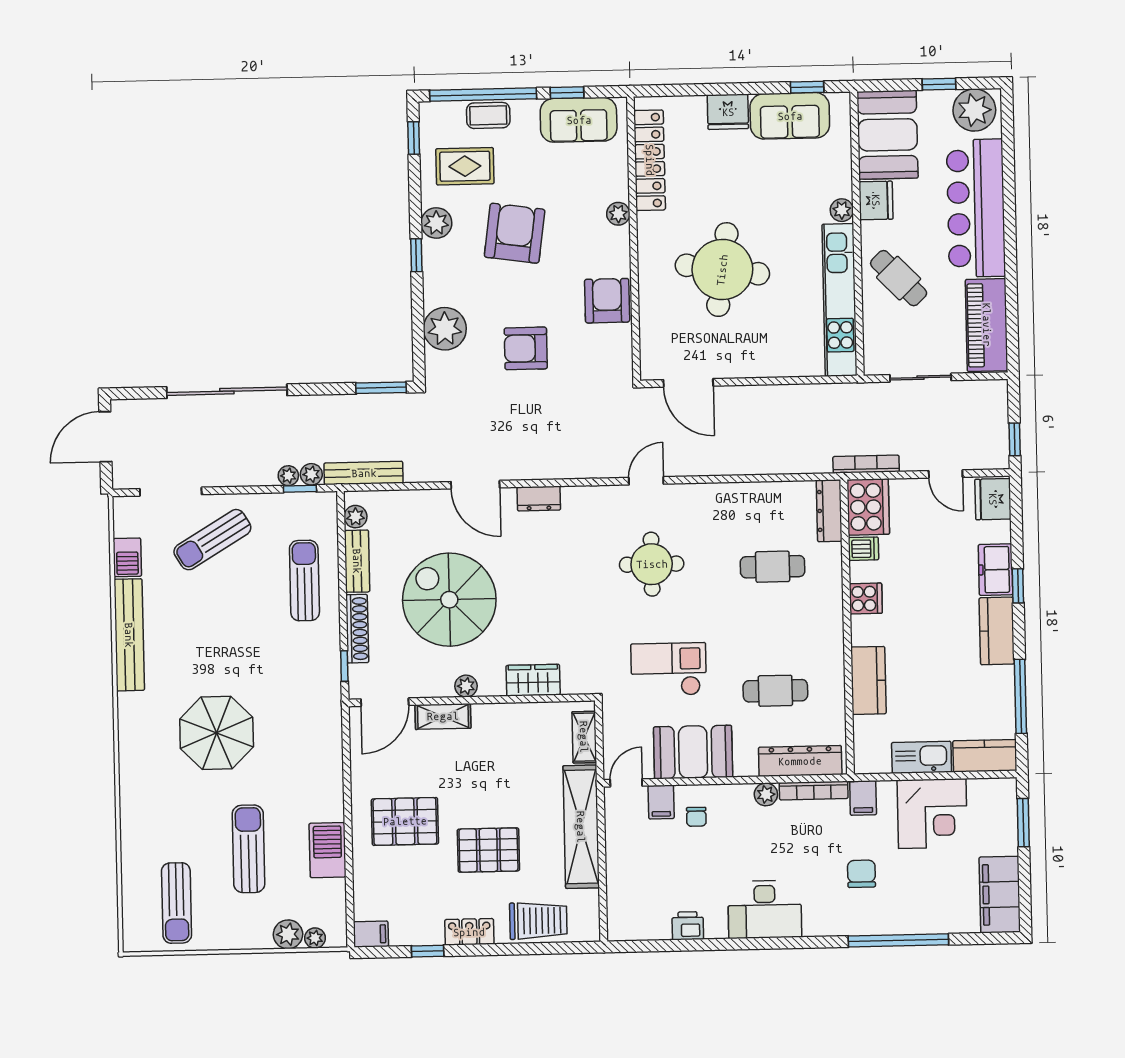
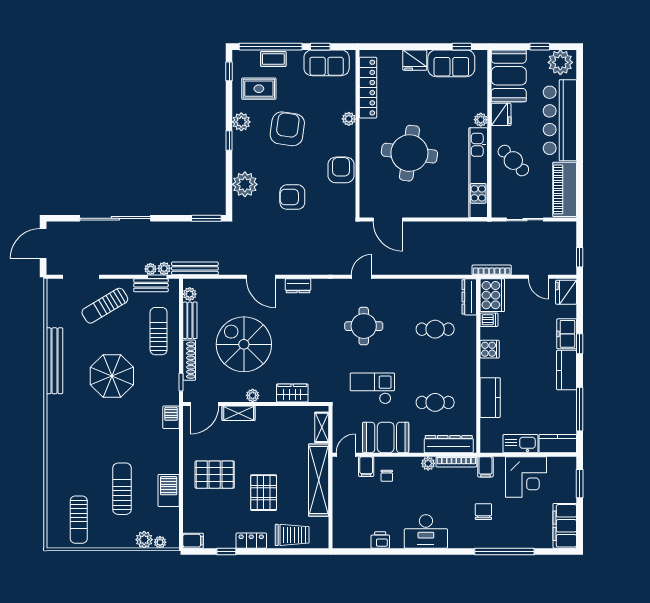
bench: (290, 503) -> (151, 285), added
barbecue: (127, 557) -> (171, 417), moved, turned 180
parasol: (217, 733) -> (112, 376), moved
pallet: (488, 850) -> (264, 493), turned 90

